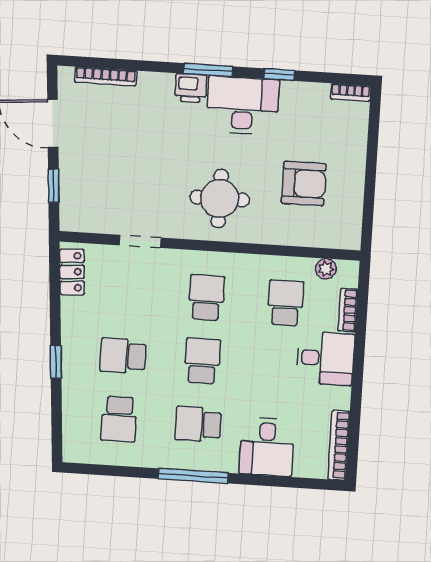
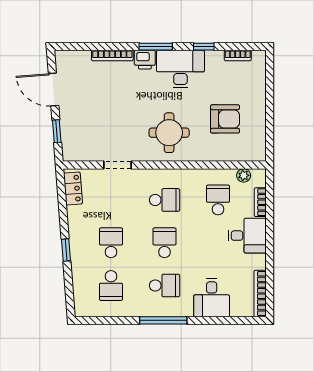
bookcase: (106, 76) -> (112, 56), moved
bookcase: (351, 92) -> (238, 56), moved
school desk: (206, 298) -> (164, 200), turned 90
school desk: (123, 356) -> (111, 243), turned 90
school desk: (198, 424) -> (164, 286), turned 180

